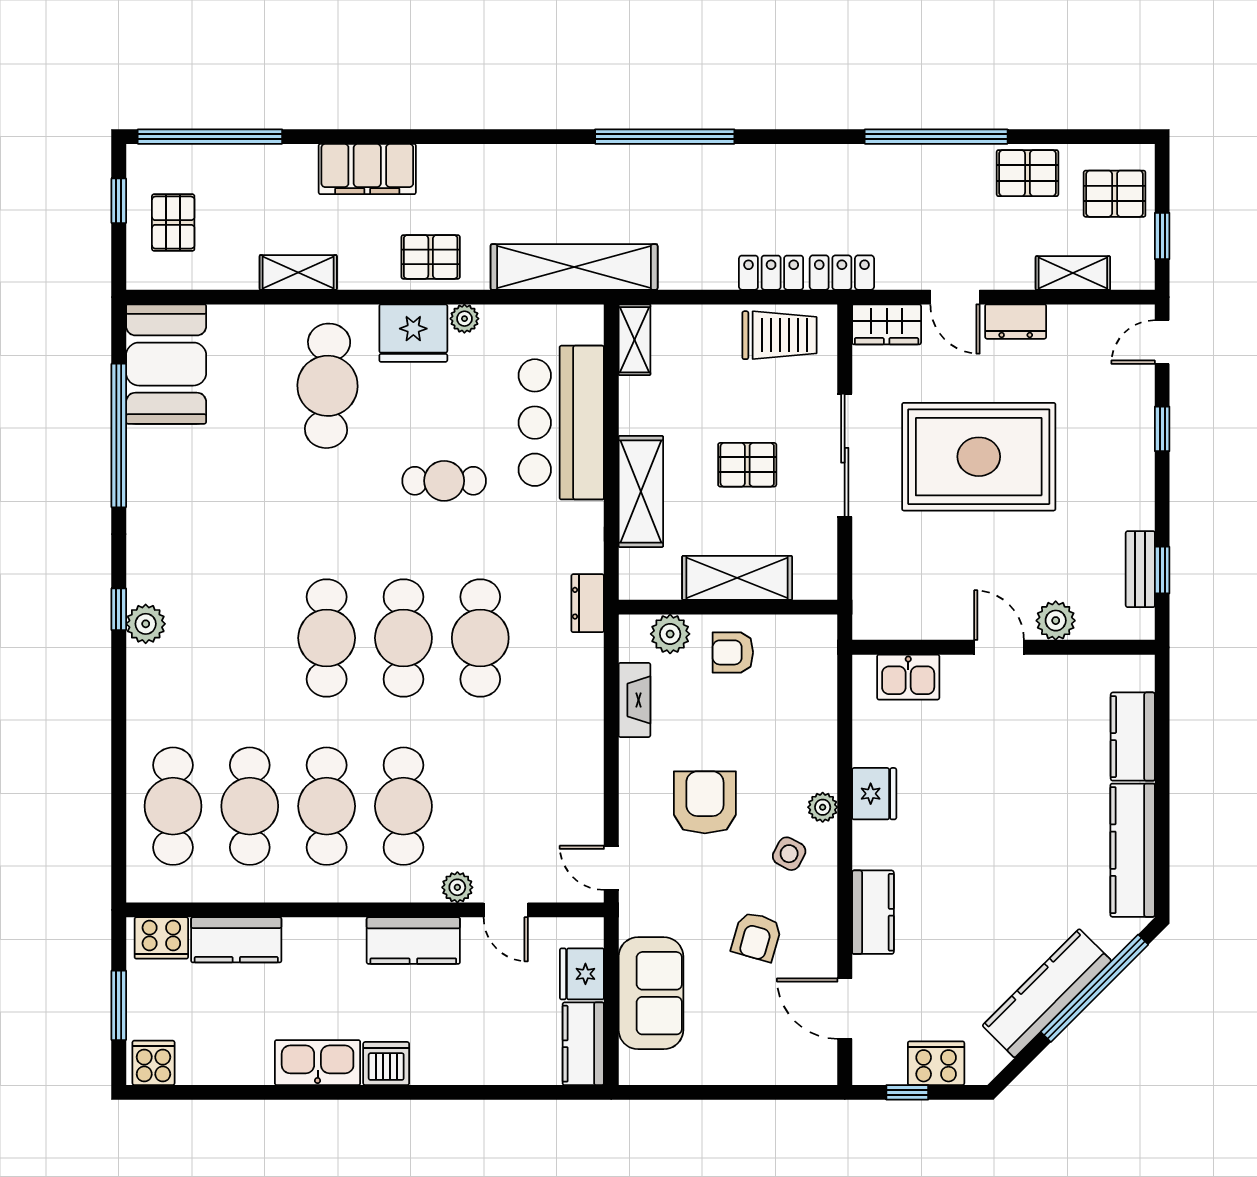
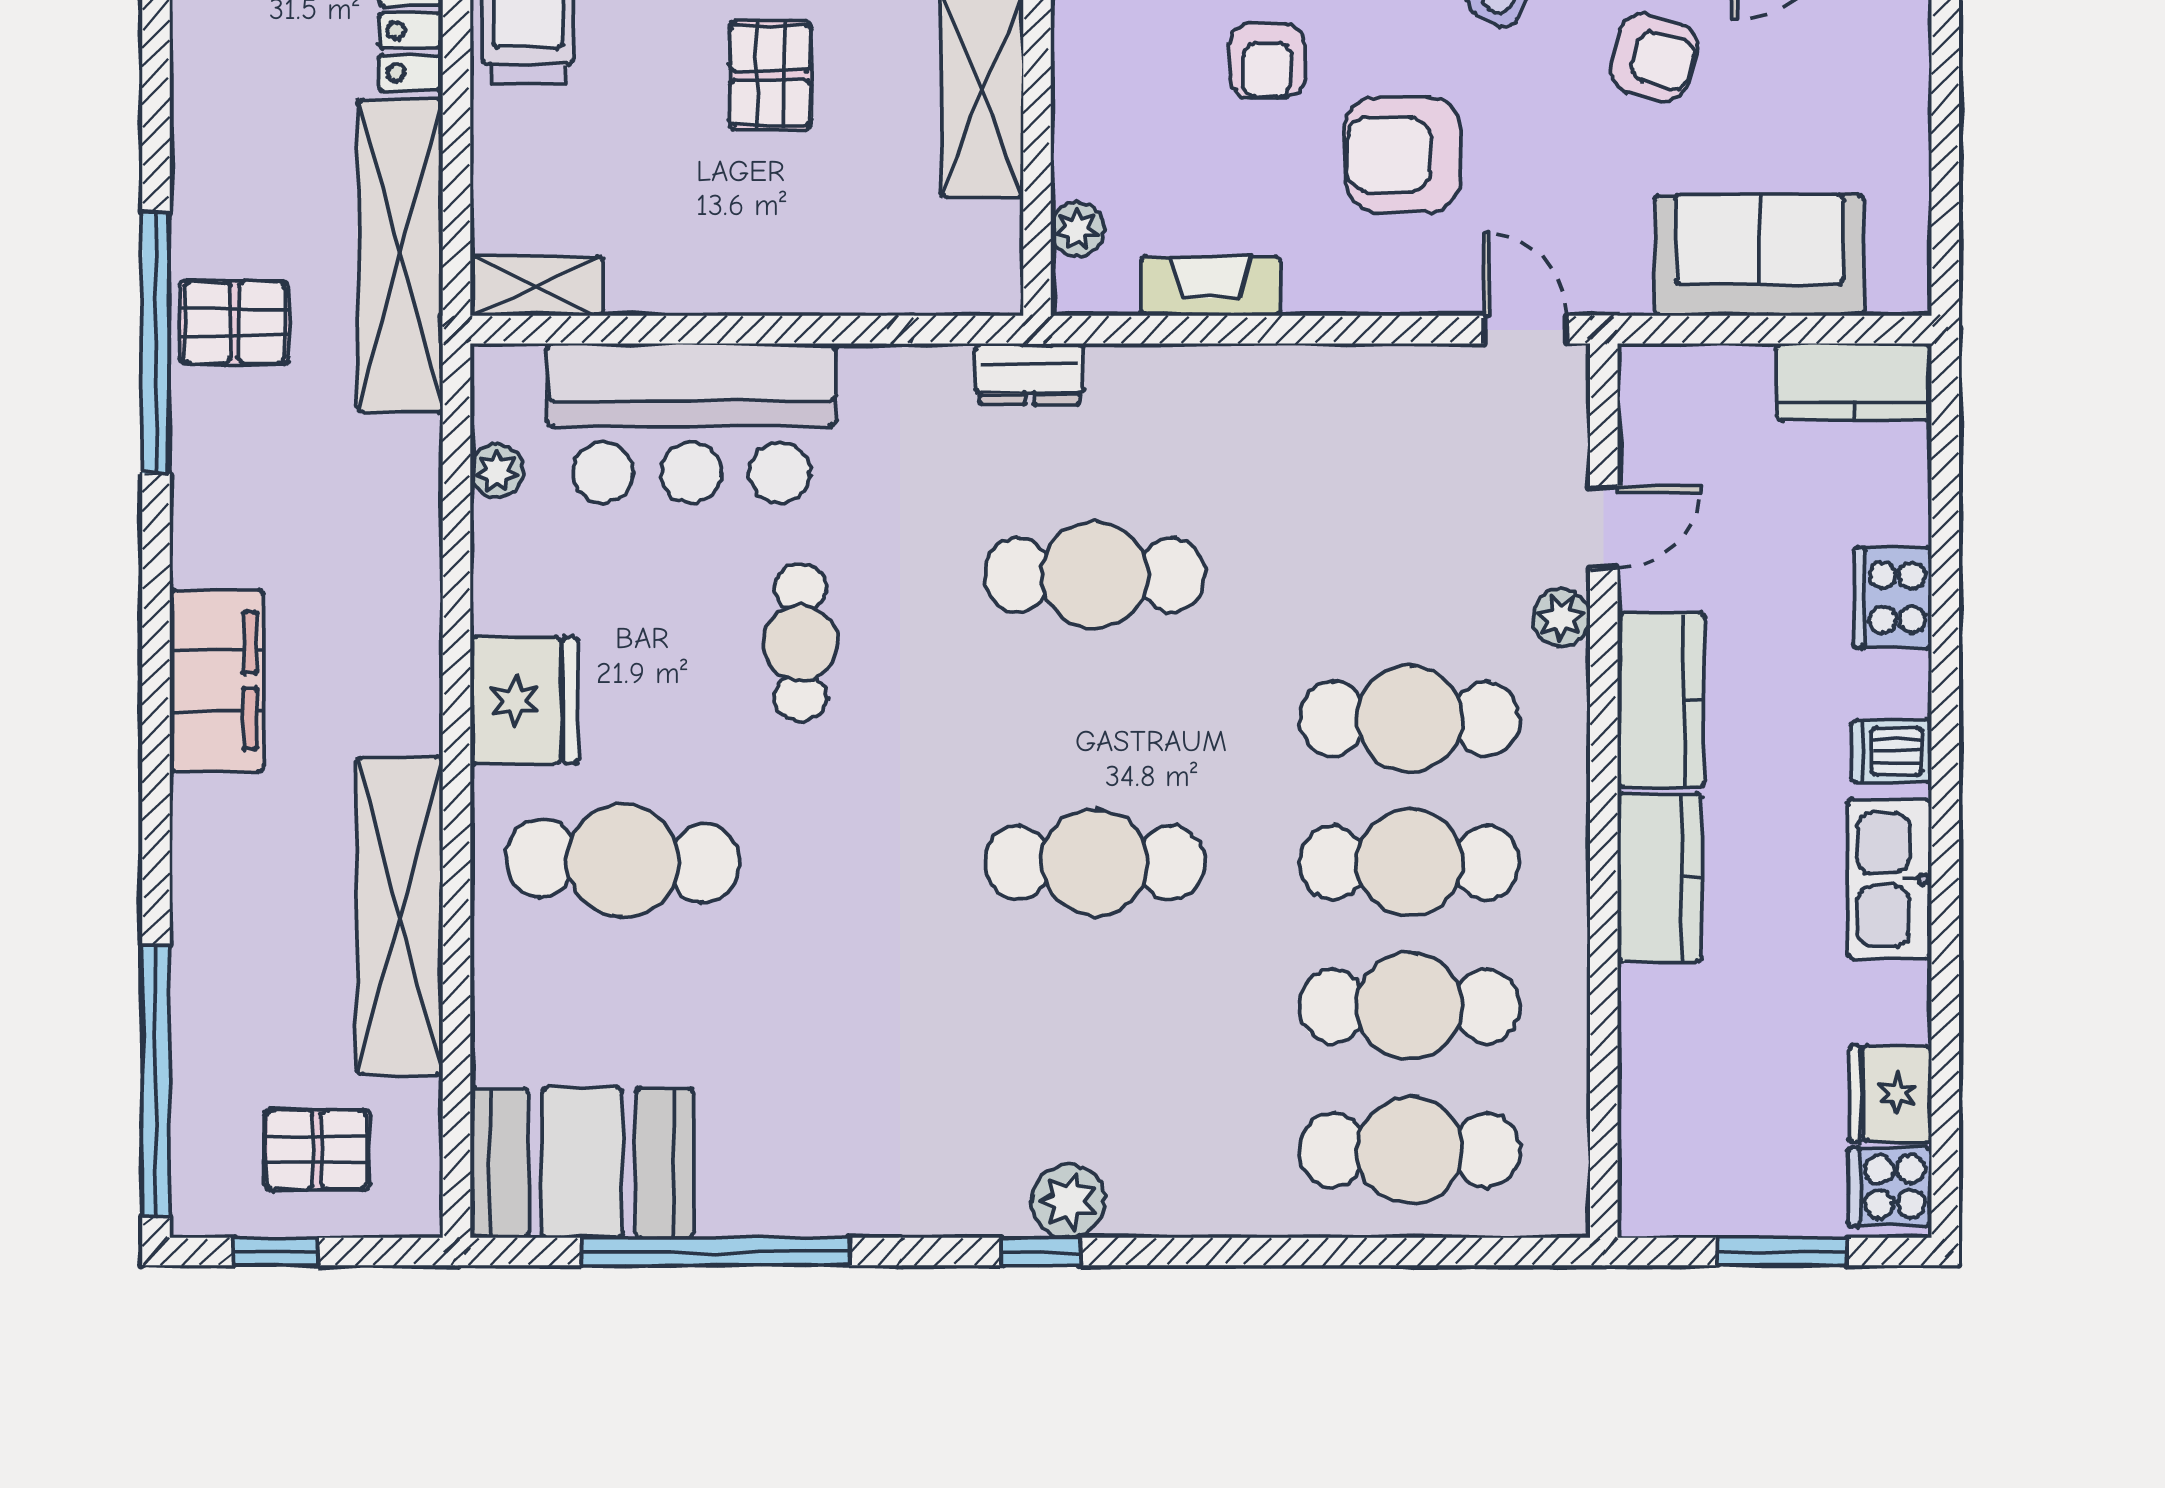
window: (665, 137) -> (156, 343), moved
filing cabinet: (367, 169) -> (217, 681), moved
pallet: (431, 257) -> (234, 322), moved, turned 90
shelving: (574, 267) -> (400, 256), moved
shelving: (298, 272) -> (399, 916), width x2.20, depth x1.33
plant: (464, 319) -> (497, 471), moved
shelving: (641, 491) -> (820, 274), removed
plant: (670, 634) -> (1077, 229), width x0.73, depth x0.73
cafe table: (403, 638) -> (1095, 719), removed
armchair: (733, 652) -> (1267, 61), moved
door: (611, 868) -> (1525, 330), swing flipped
cooker: (161, 938) -> (1893, 597), moved, turned 180
kitchen counter: (236, 940) -> (1660, 877), moved
fridge: (582, 974) -> (1890, 1094), moved, turned 90
dishwasher: (386, 1064) -> (1891, 751), width x0.73

